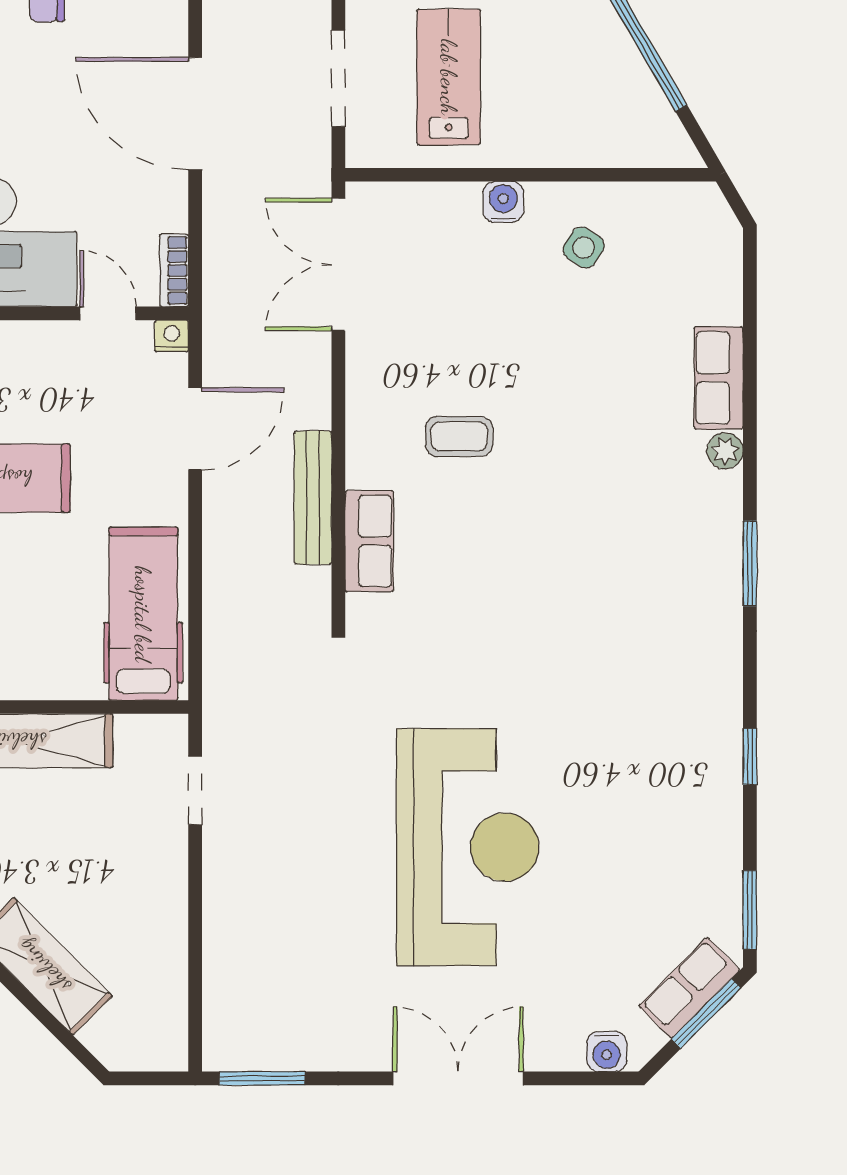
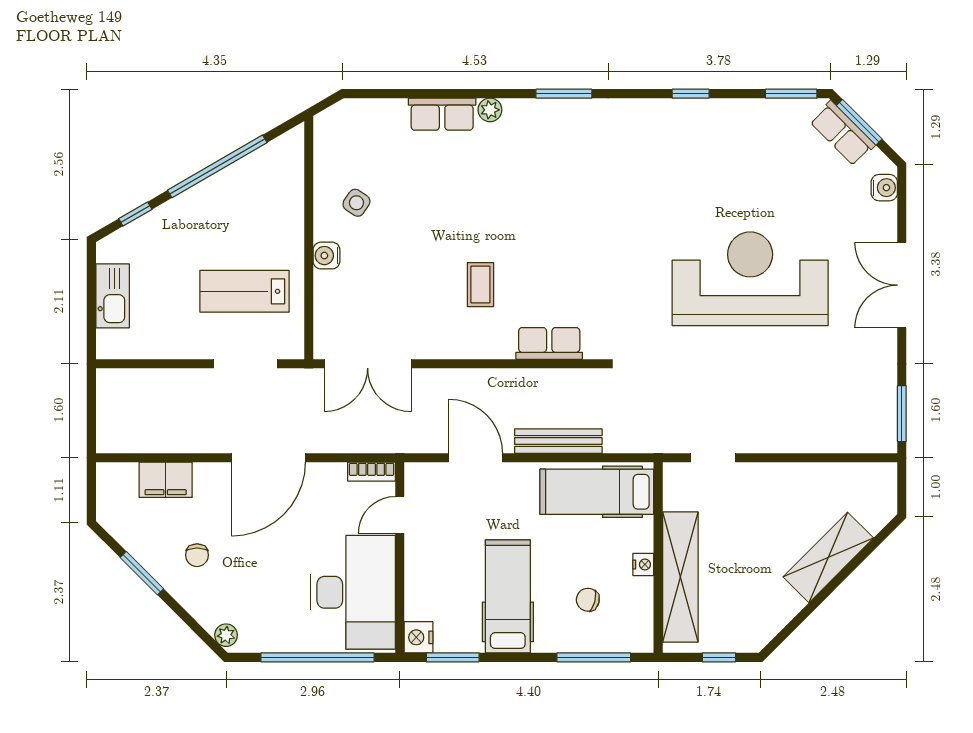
nightstand: (172, 336) -> (643, 564), moved, turned 180
bench: (313, 498) -> (558, 441), moved

